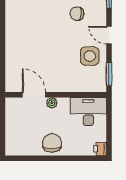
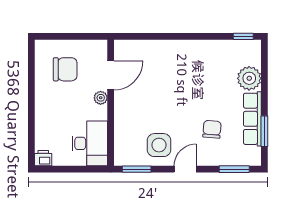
chair: (52, 143) -> (65, 69), moved

